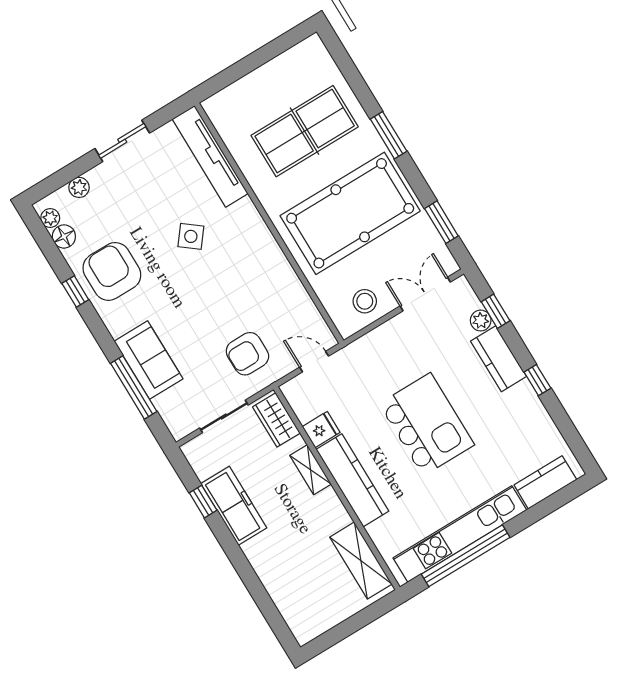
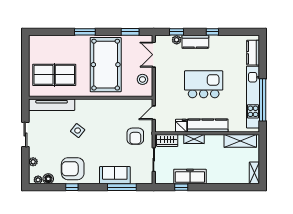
table tennis table: (305, 131) -> (54, 75), moved, turned 90
shelving: (316, 625) -> (254, 173), added

